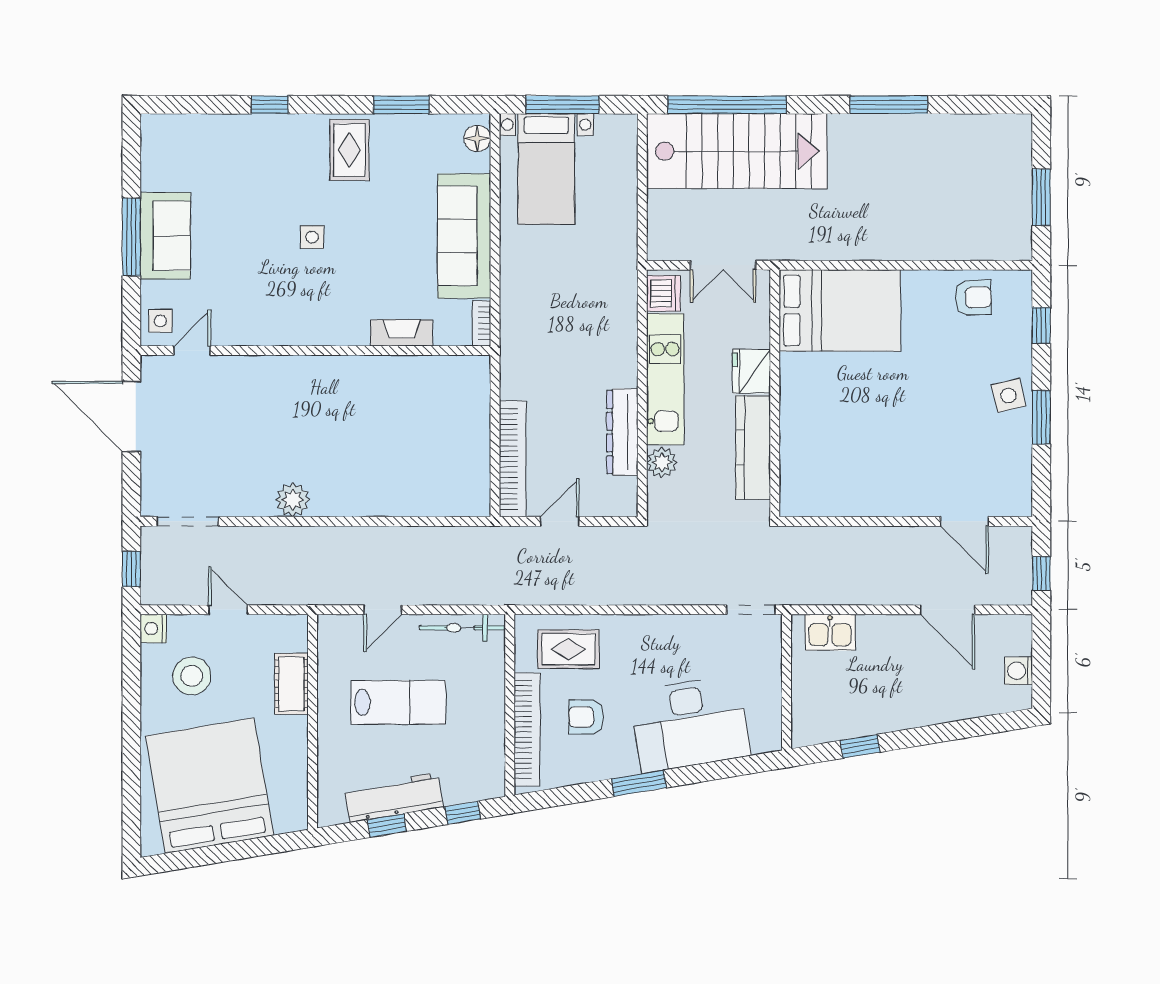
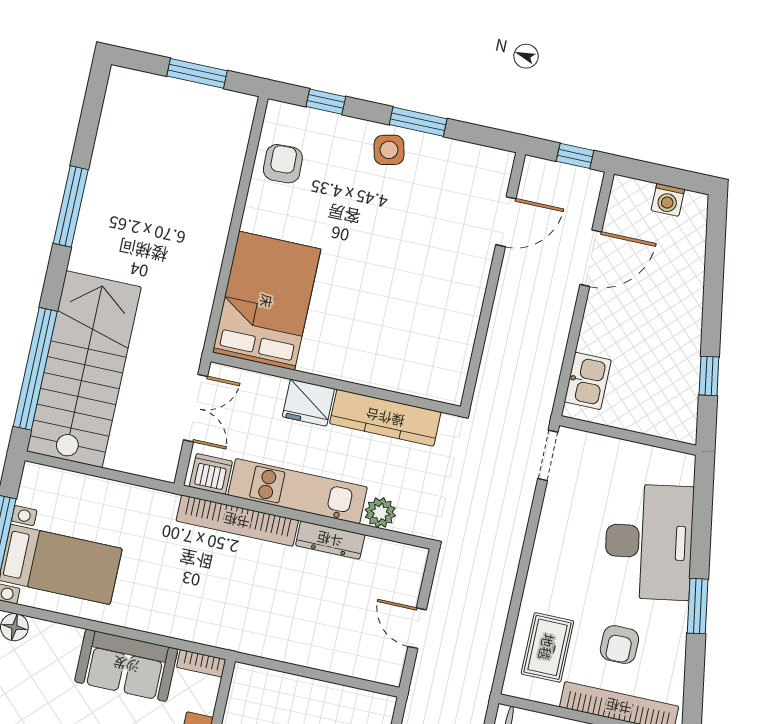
sofa: (464, 236) -> (126, 665), width x0.73
dresser: (622, 432) -> (330, 540), width x0.73, depth x0.80
bookcase: (513, 459) -> (237, 521), moved, turned 180

